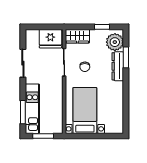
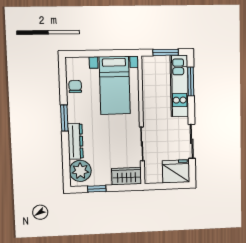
fridge: (50, 39) -> (176, 171), moved
window: (126, 57) -> (64, 118), moved
chair: (85, 67) -> (75, 87), moved

